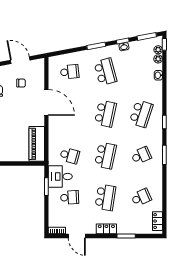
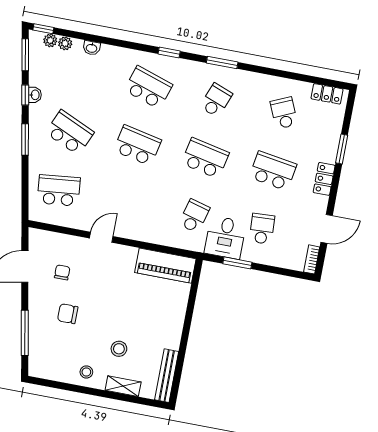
school desk: (70, 72) -> (59, 190), width x1.85
school desk: (105, 72) -> (70, 132), turned 39
door: (46, 102) -> (101, 237), width x0.53
school desk: (141, 156) -> (216, 100), turned 45

